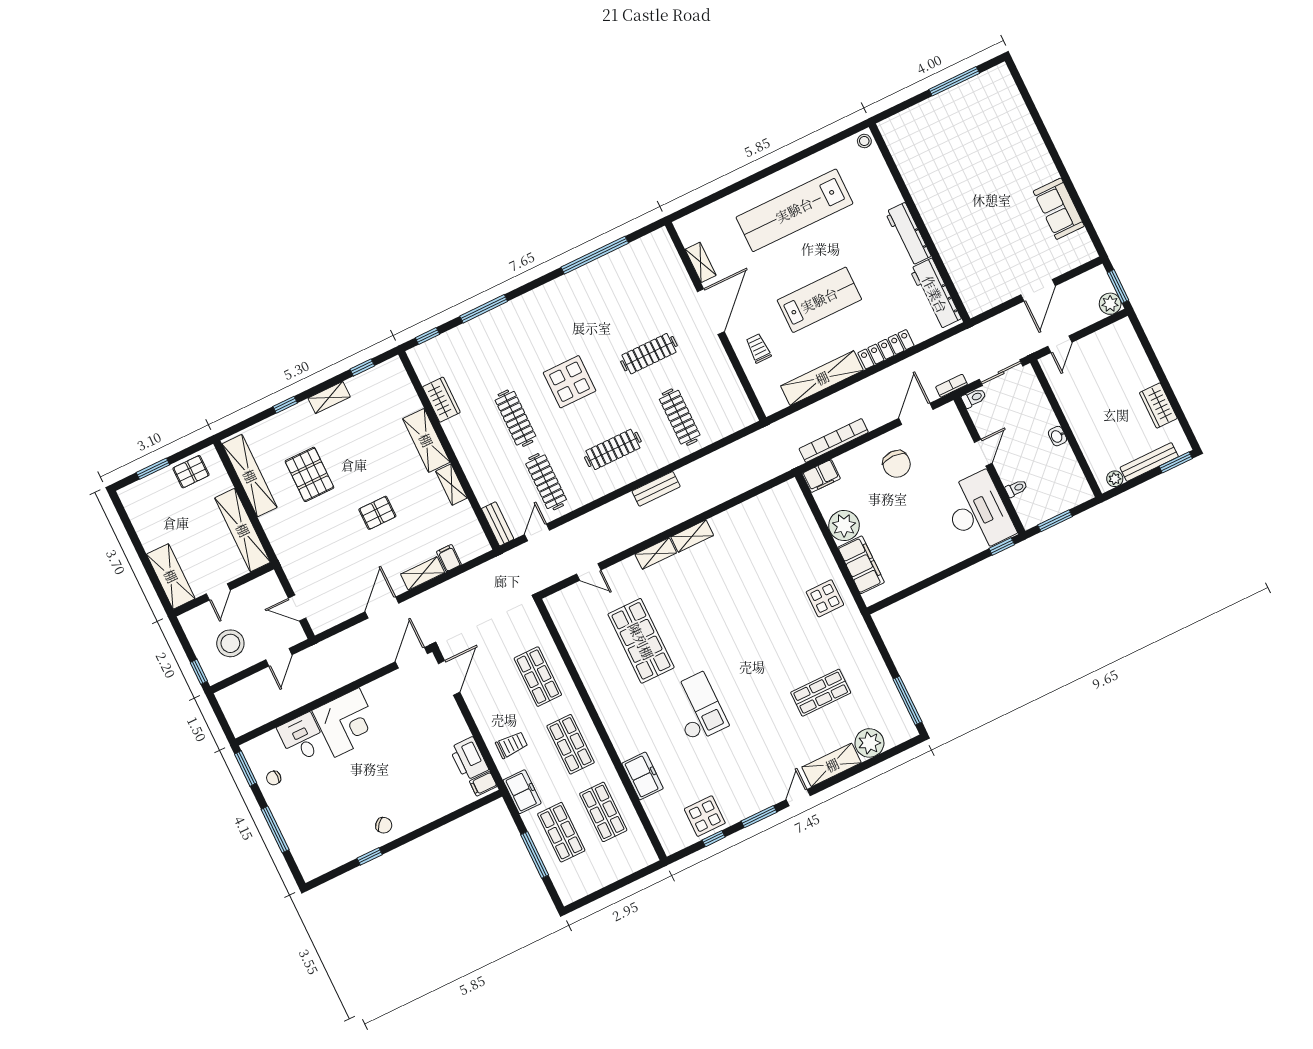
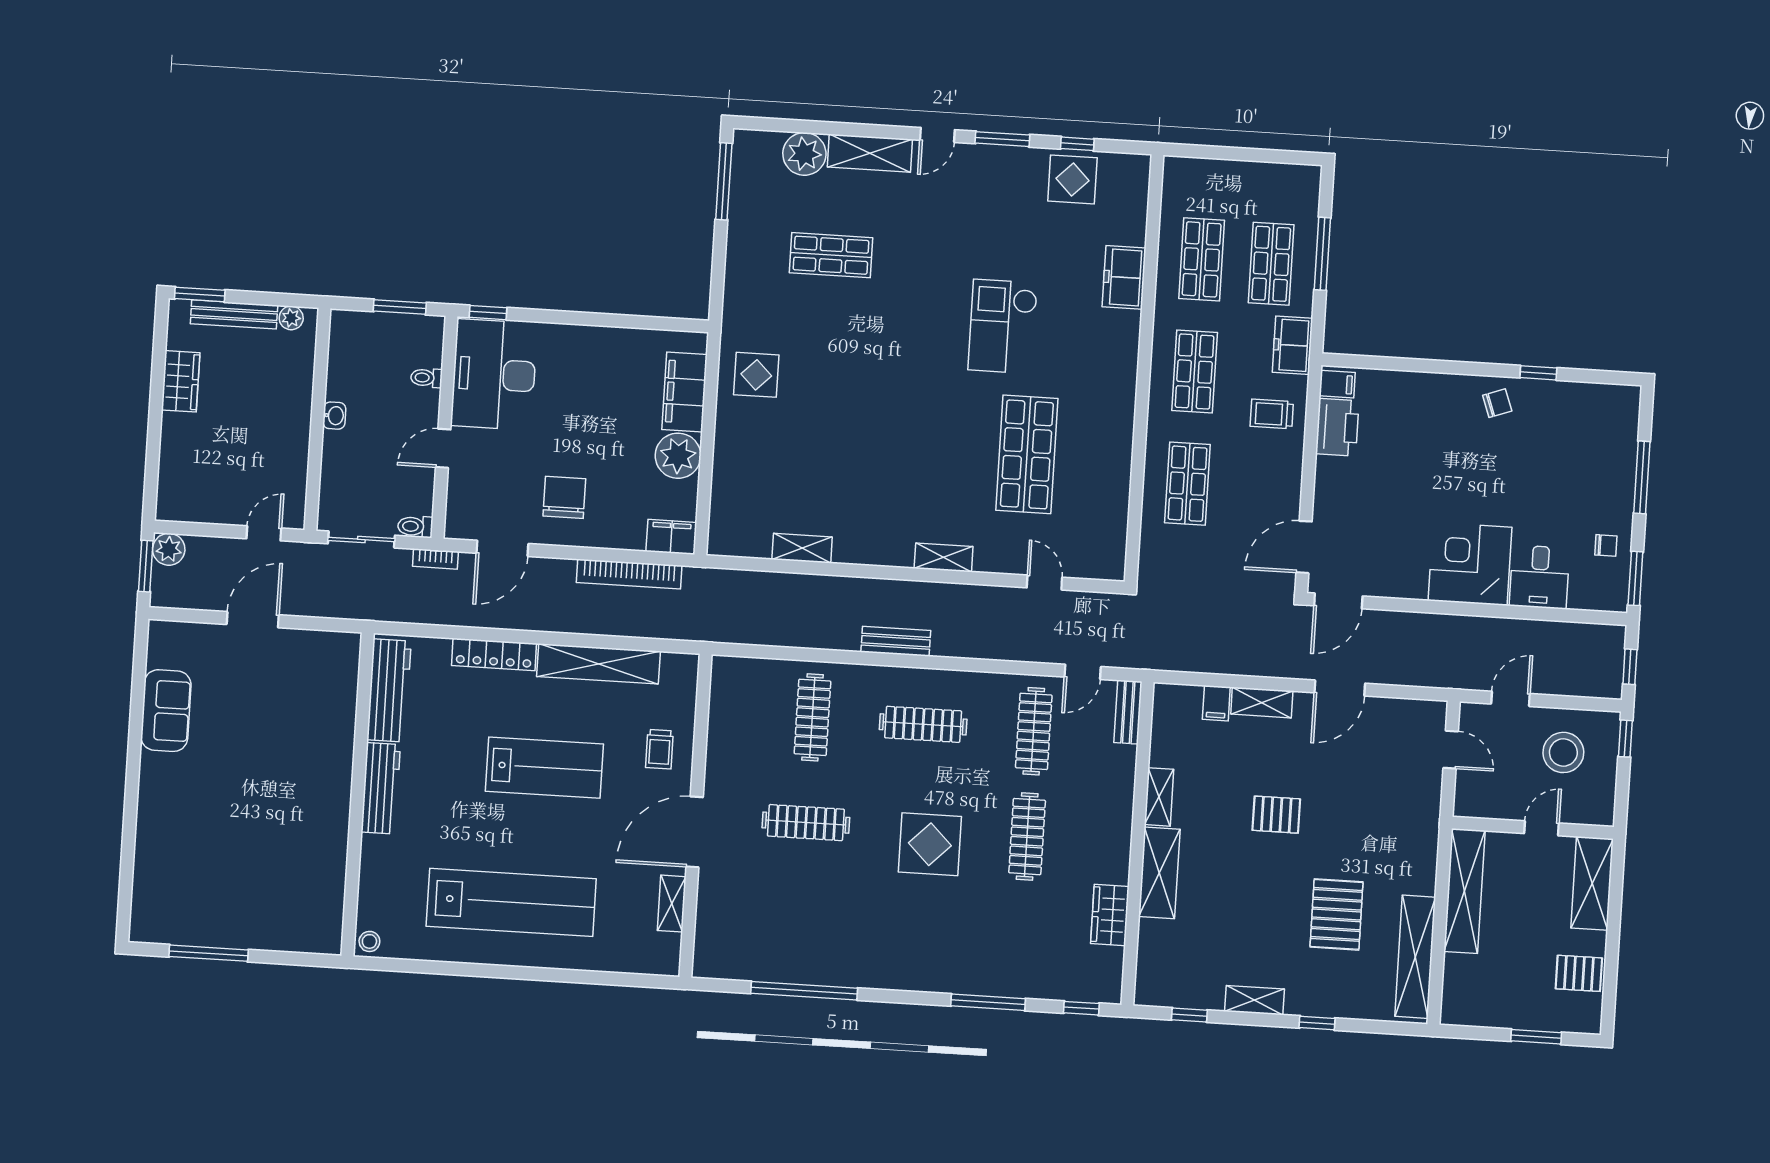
lab bench: (819, 300) -> (544, 768), turned 180
pallet: (191, 472) -> (1579, 973), moved
shelving: (692, 536) -> (802, 548), moved
window: (220, 715) -> (1630, 667), added
chair: (384, 825) -> (1497, 403), turned 119

